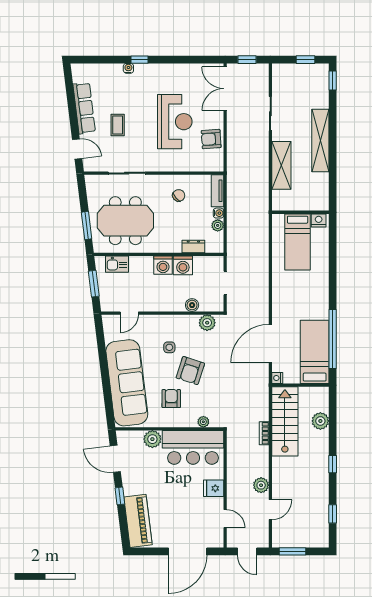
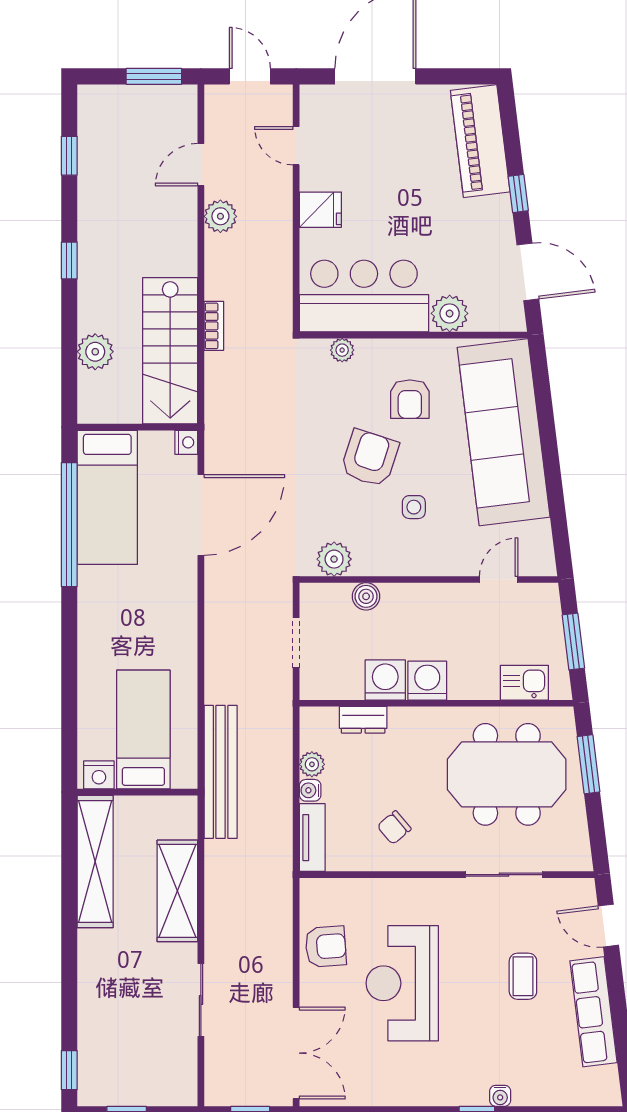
shelving: (320, 141) -> (95, 861), moved
bench: (261, 222) -> (221, 772), added

